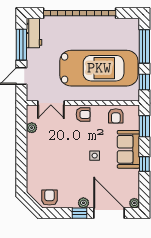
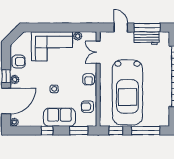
workbench: (34, 33) -> (146, 38), moved
corner sofa: (44, 158) -> (52, 46), added
armchair: (49, 197) -> (19, 62), moved

